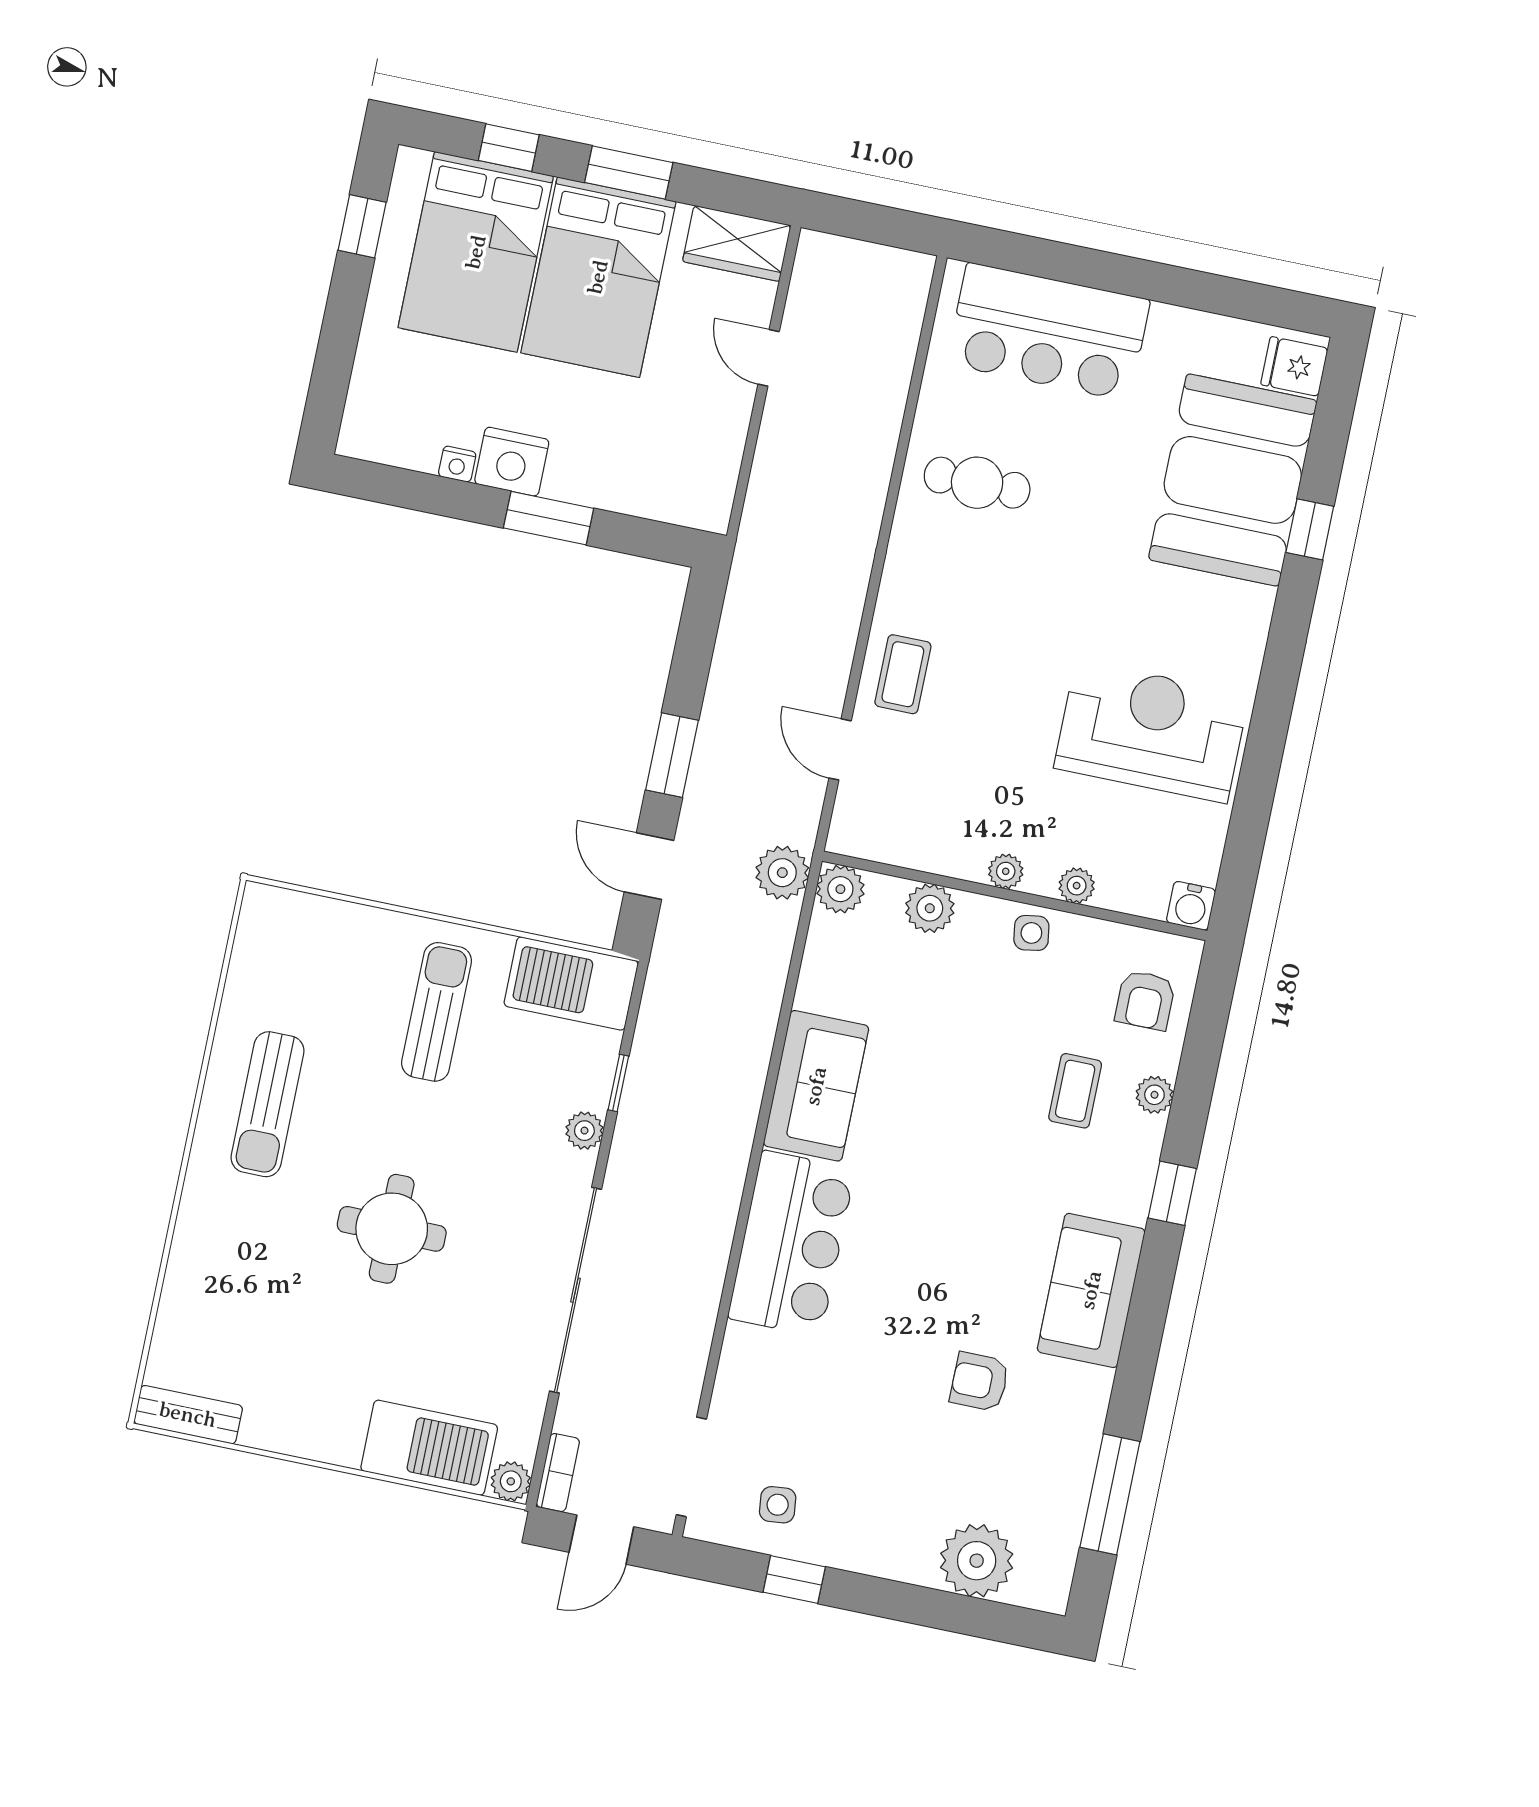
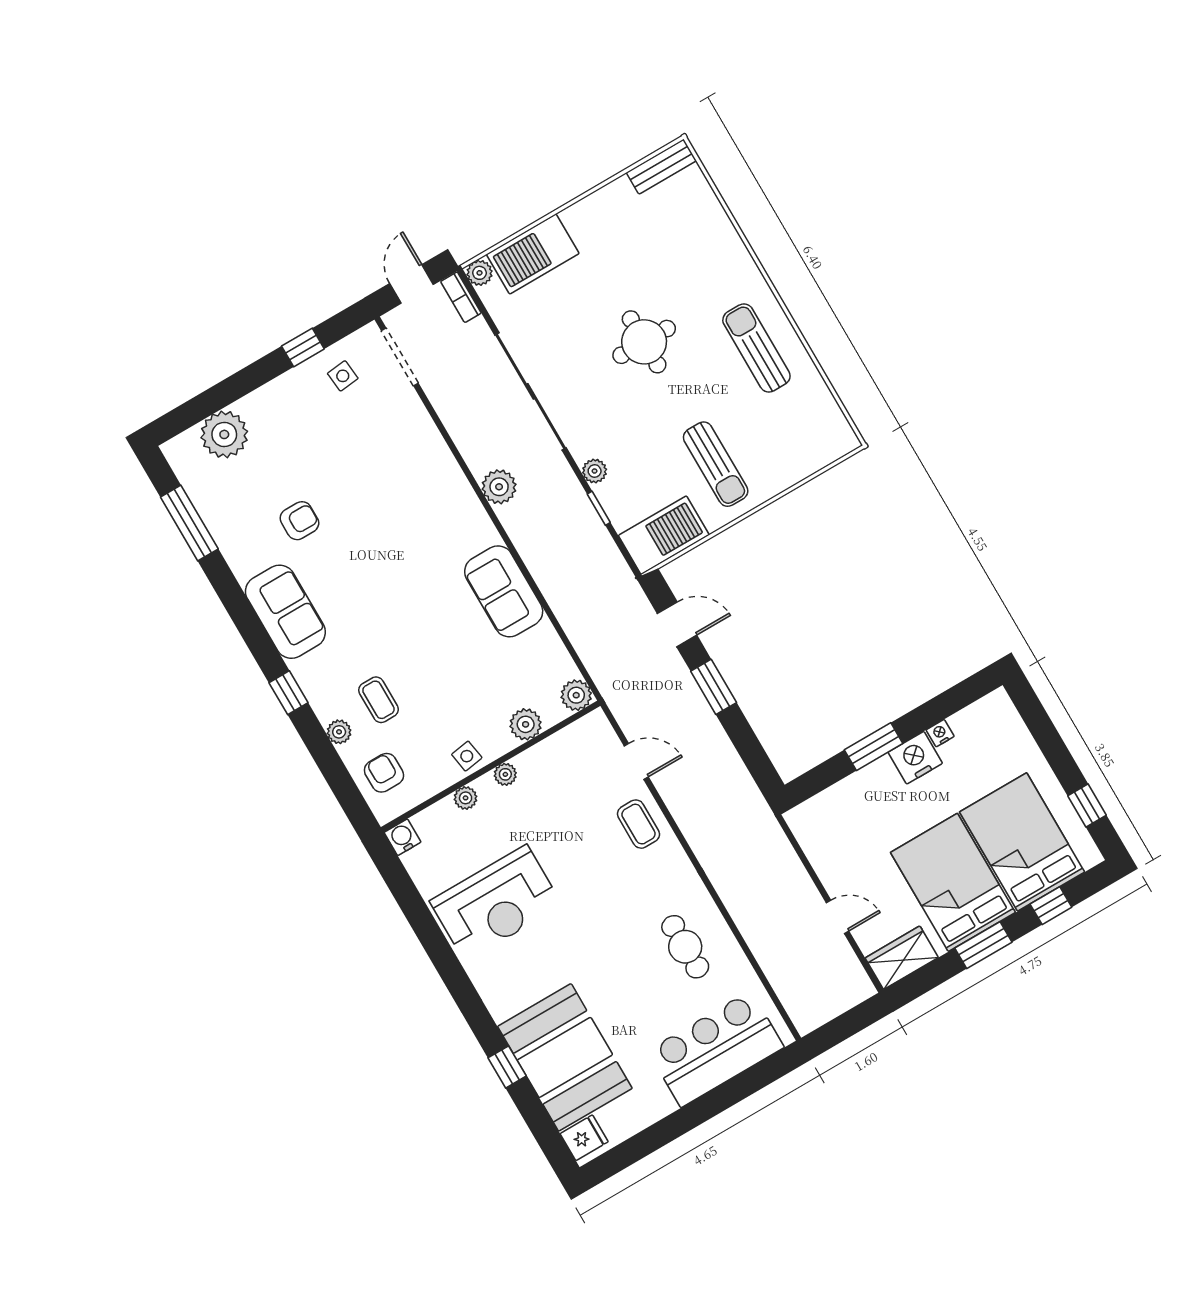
cafe table: (977, 483) -> (685, 947), turned 90
plant: (782, 873) -> (499, 487), moved
bar counter: (791, 1244) -> (448, 506), removed

